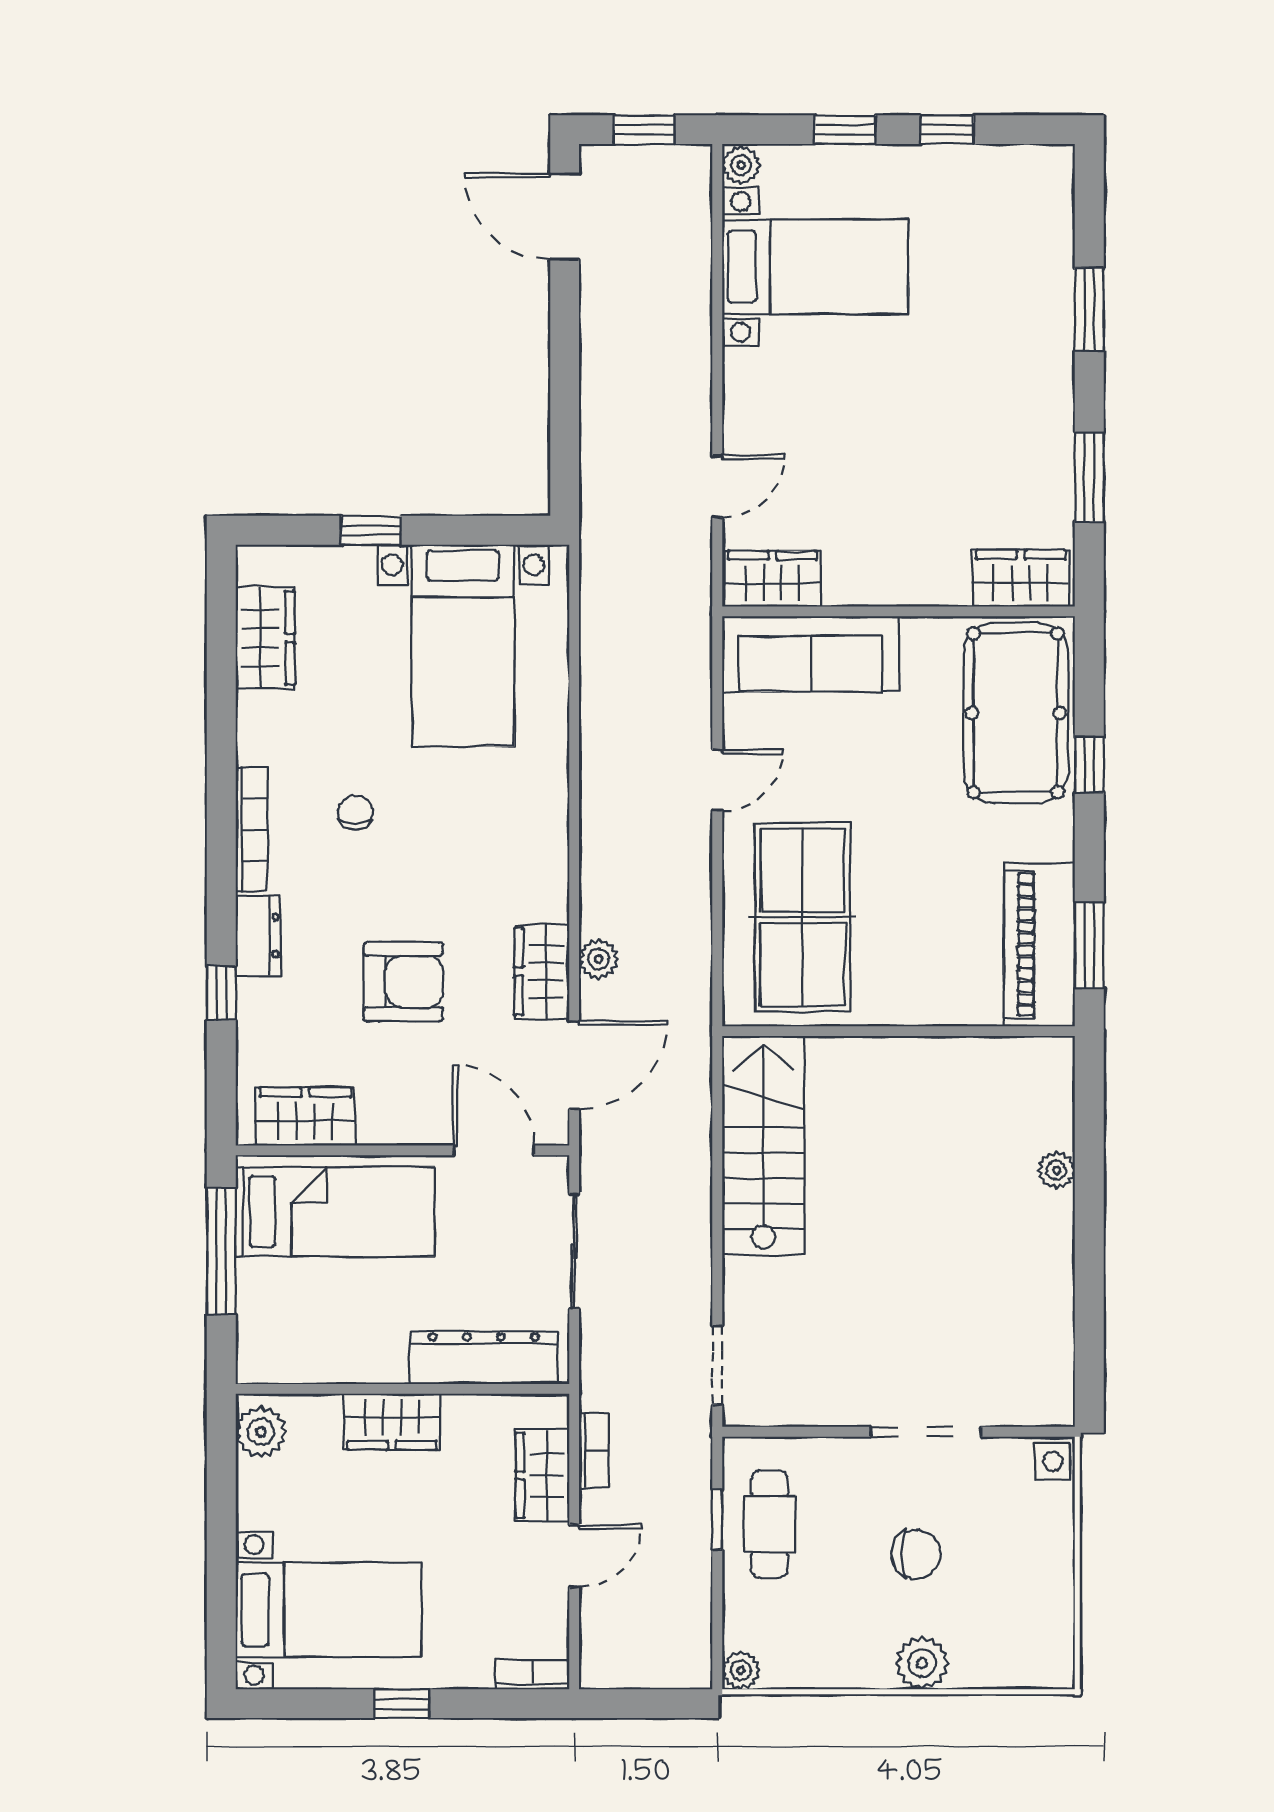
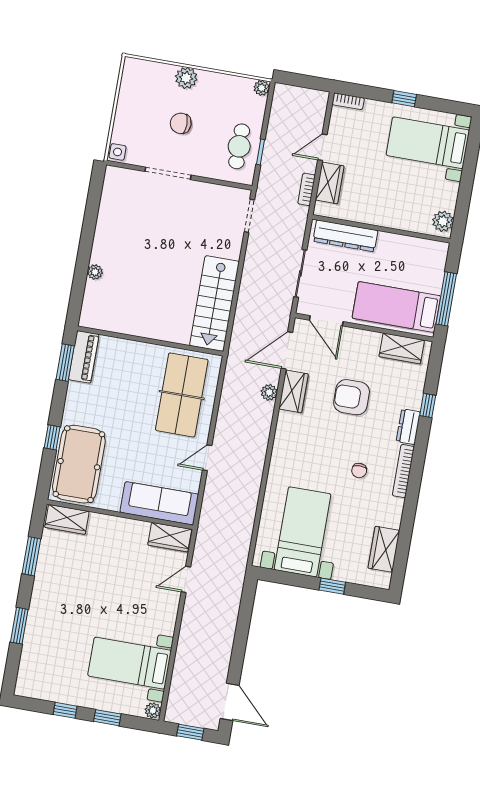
piano: (1039, 945) -> (84, 357), width x0.73, depth x0.75
wardrobe: (392, 1422) -> (388, 216), removed

